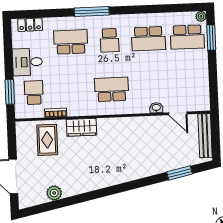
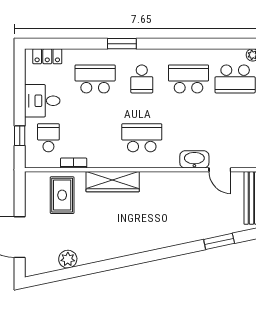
window: (92, 12) -> (122, 44), width x0.69
school desk: (148, 39) -> (188, 79), turned 180
window: (10, 92) -> (20, 136), width x0.67
washbasin: (156, 108) -> (194, 159), width x1.91, depth x1.45
wardrobe: (82, 127) -> (113, 182), width x1.50

